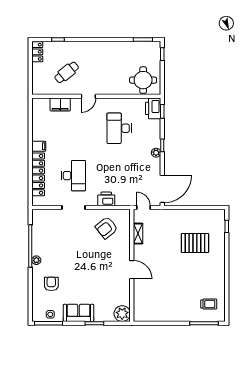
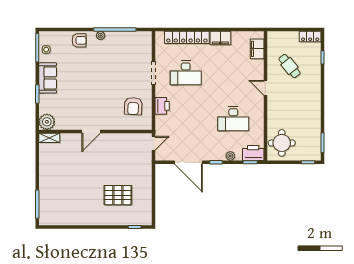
filing cabinet: (60, 105) -> (257, 49), moved
desk: (119, 128) -> (233, 119), turned 180
filing cabinet: (39, 146) -> (220, 38), width x2.00
plant: (156, 153) -> (230, 156), moved
door: (162, 189) -> (188, 162), moved
armchair: (107, 228) -> (133, 106), turned -139
shelving: (138, 234) -> (49, 138), moved
pallet: (195, 243) -> (118, 195), turned 90
armchair: (51, 284) -> (79, 40), moved
trolley: (209, 304) -> (56, 209), removed

